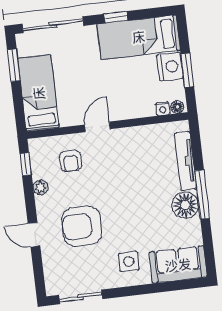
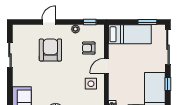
door: (97, 127) -> (106, 66), swing flipped
side table: (129, 261) -> (91, 84), moved
sliding door: (81, 297) -> (10, 55), moved

